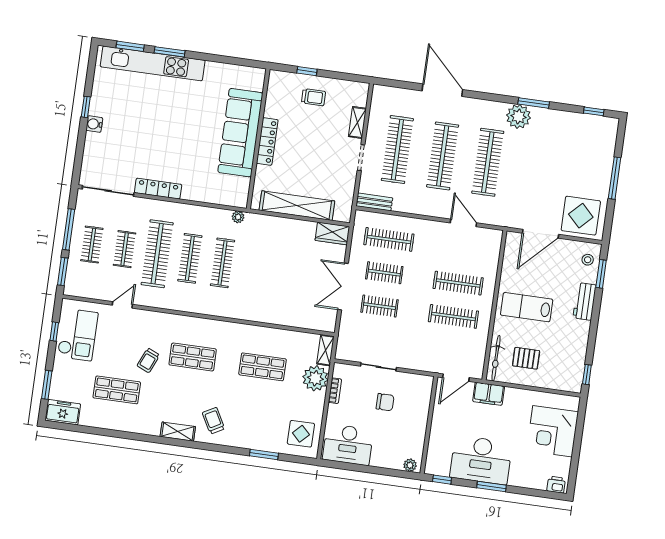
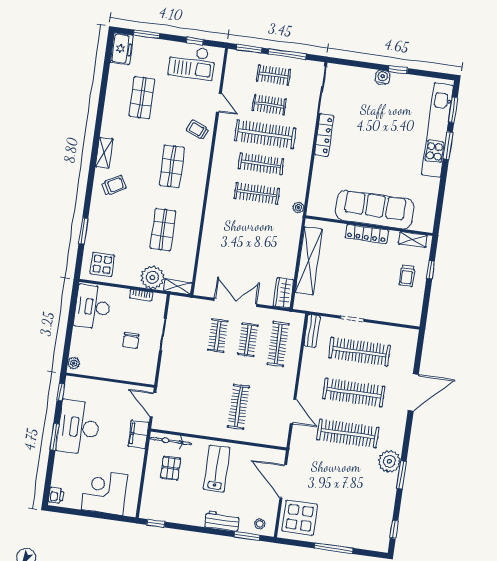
shelving: (357, 122) -> (413, 240), moved
door: (463, 223) -> (293, 411), hinge flipped
clothes rail: (453, 316) -> (208, 402), removed
trolley: (148, 360) -> (198, 130), moved

